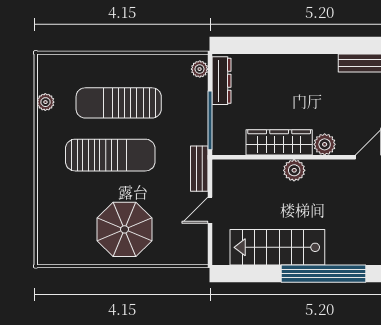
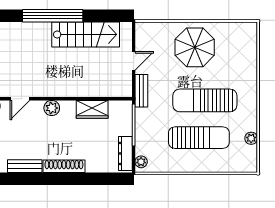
shoe rack: (308, 63) -> (64, 166), added
wardrobe: (279, 142) -> (92, 109), width x0.67
plant: (294, 170) -> (73, 89), removed

